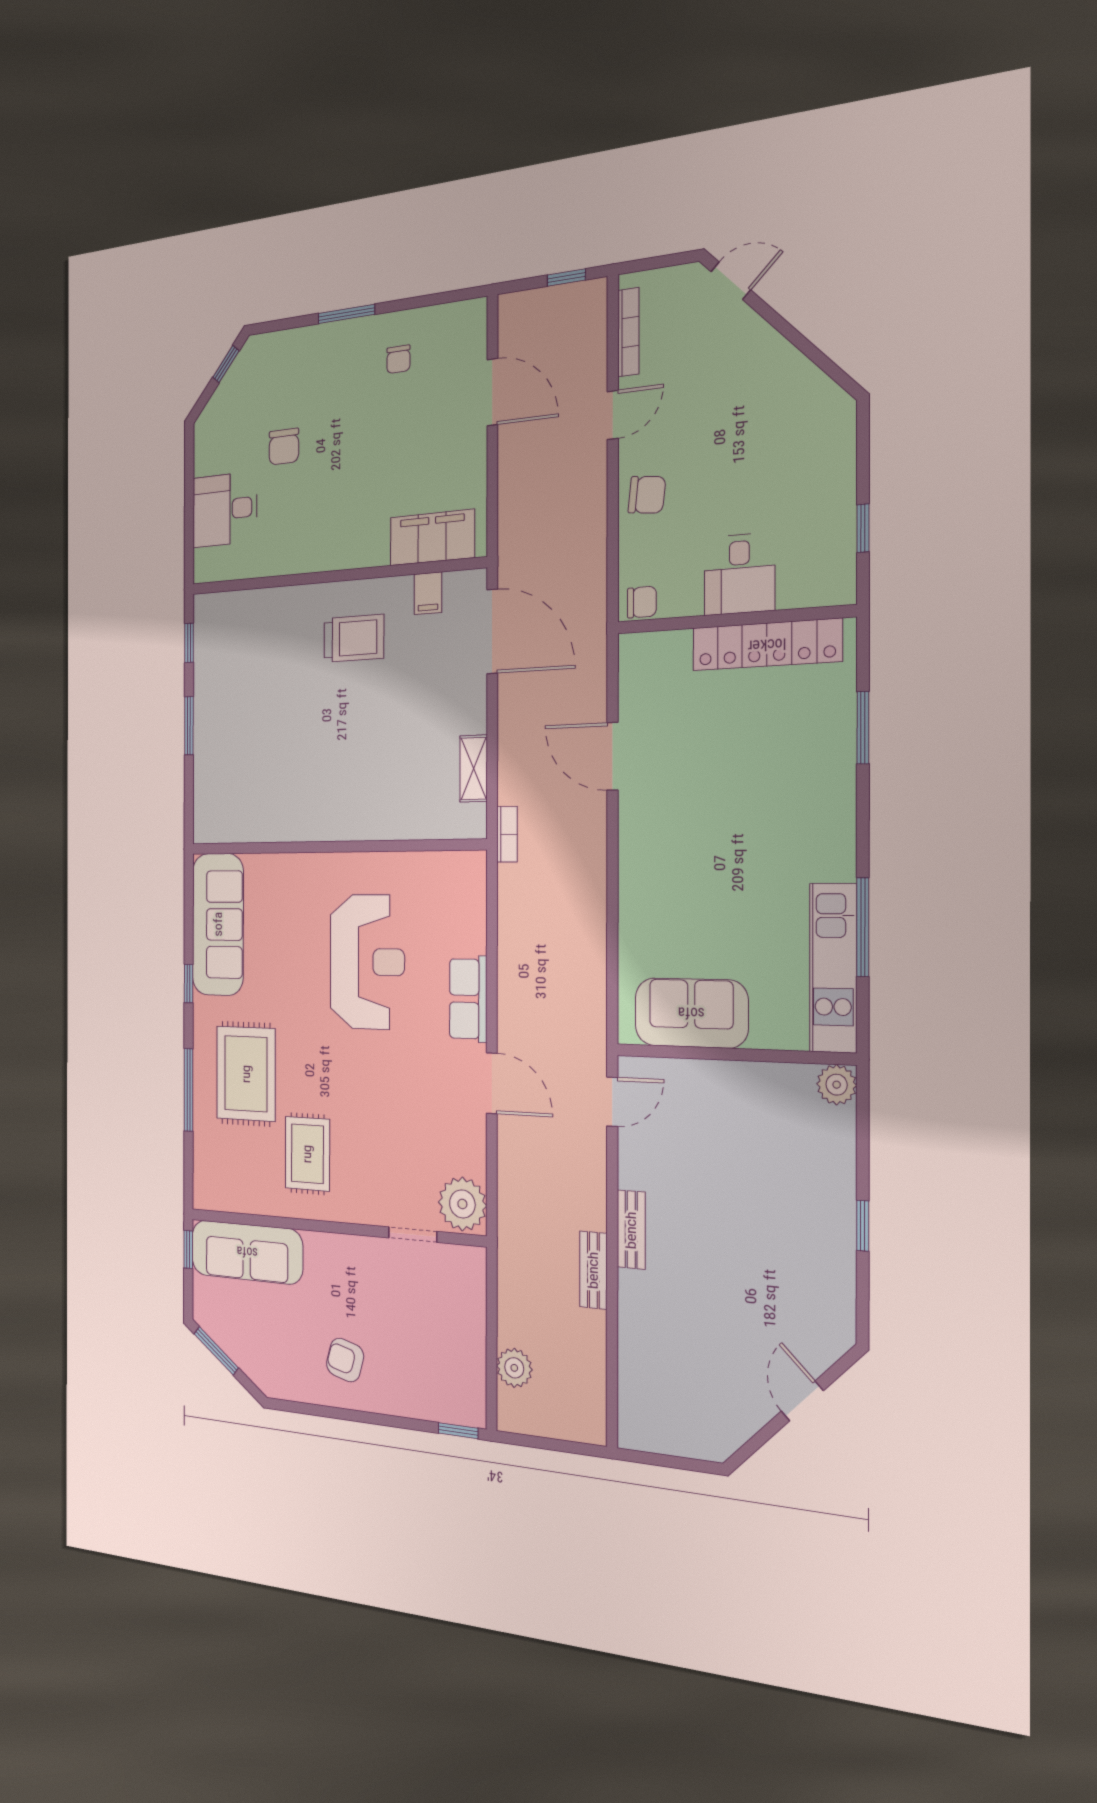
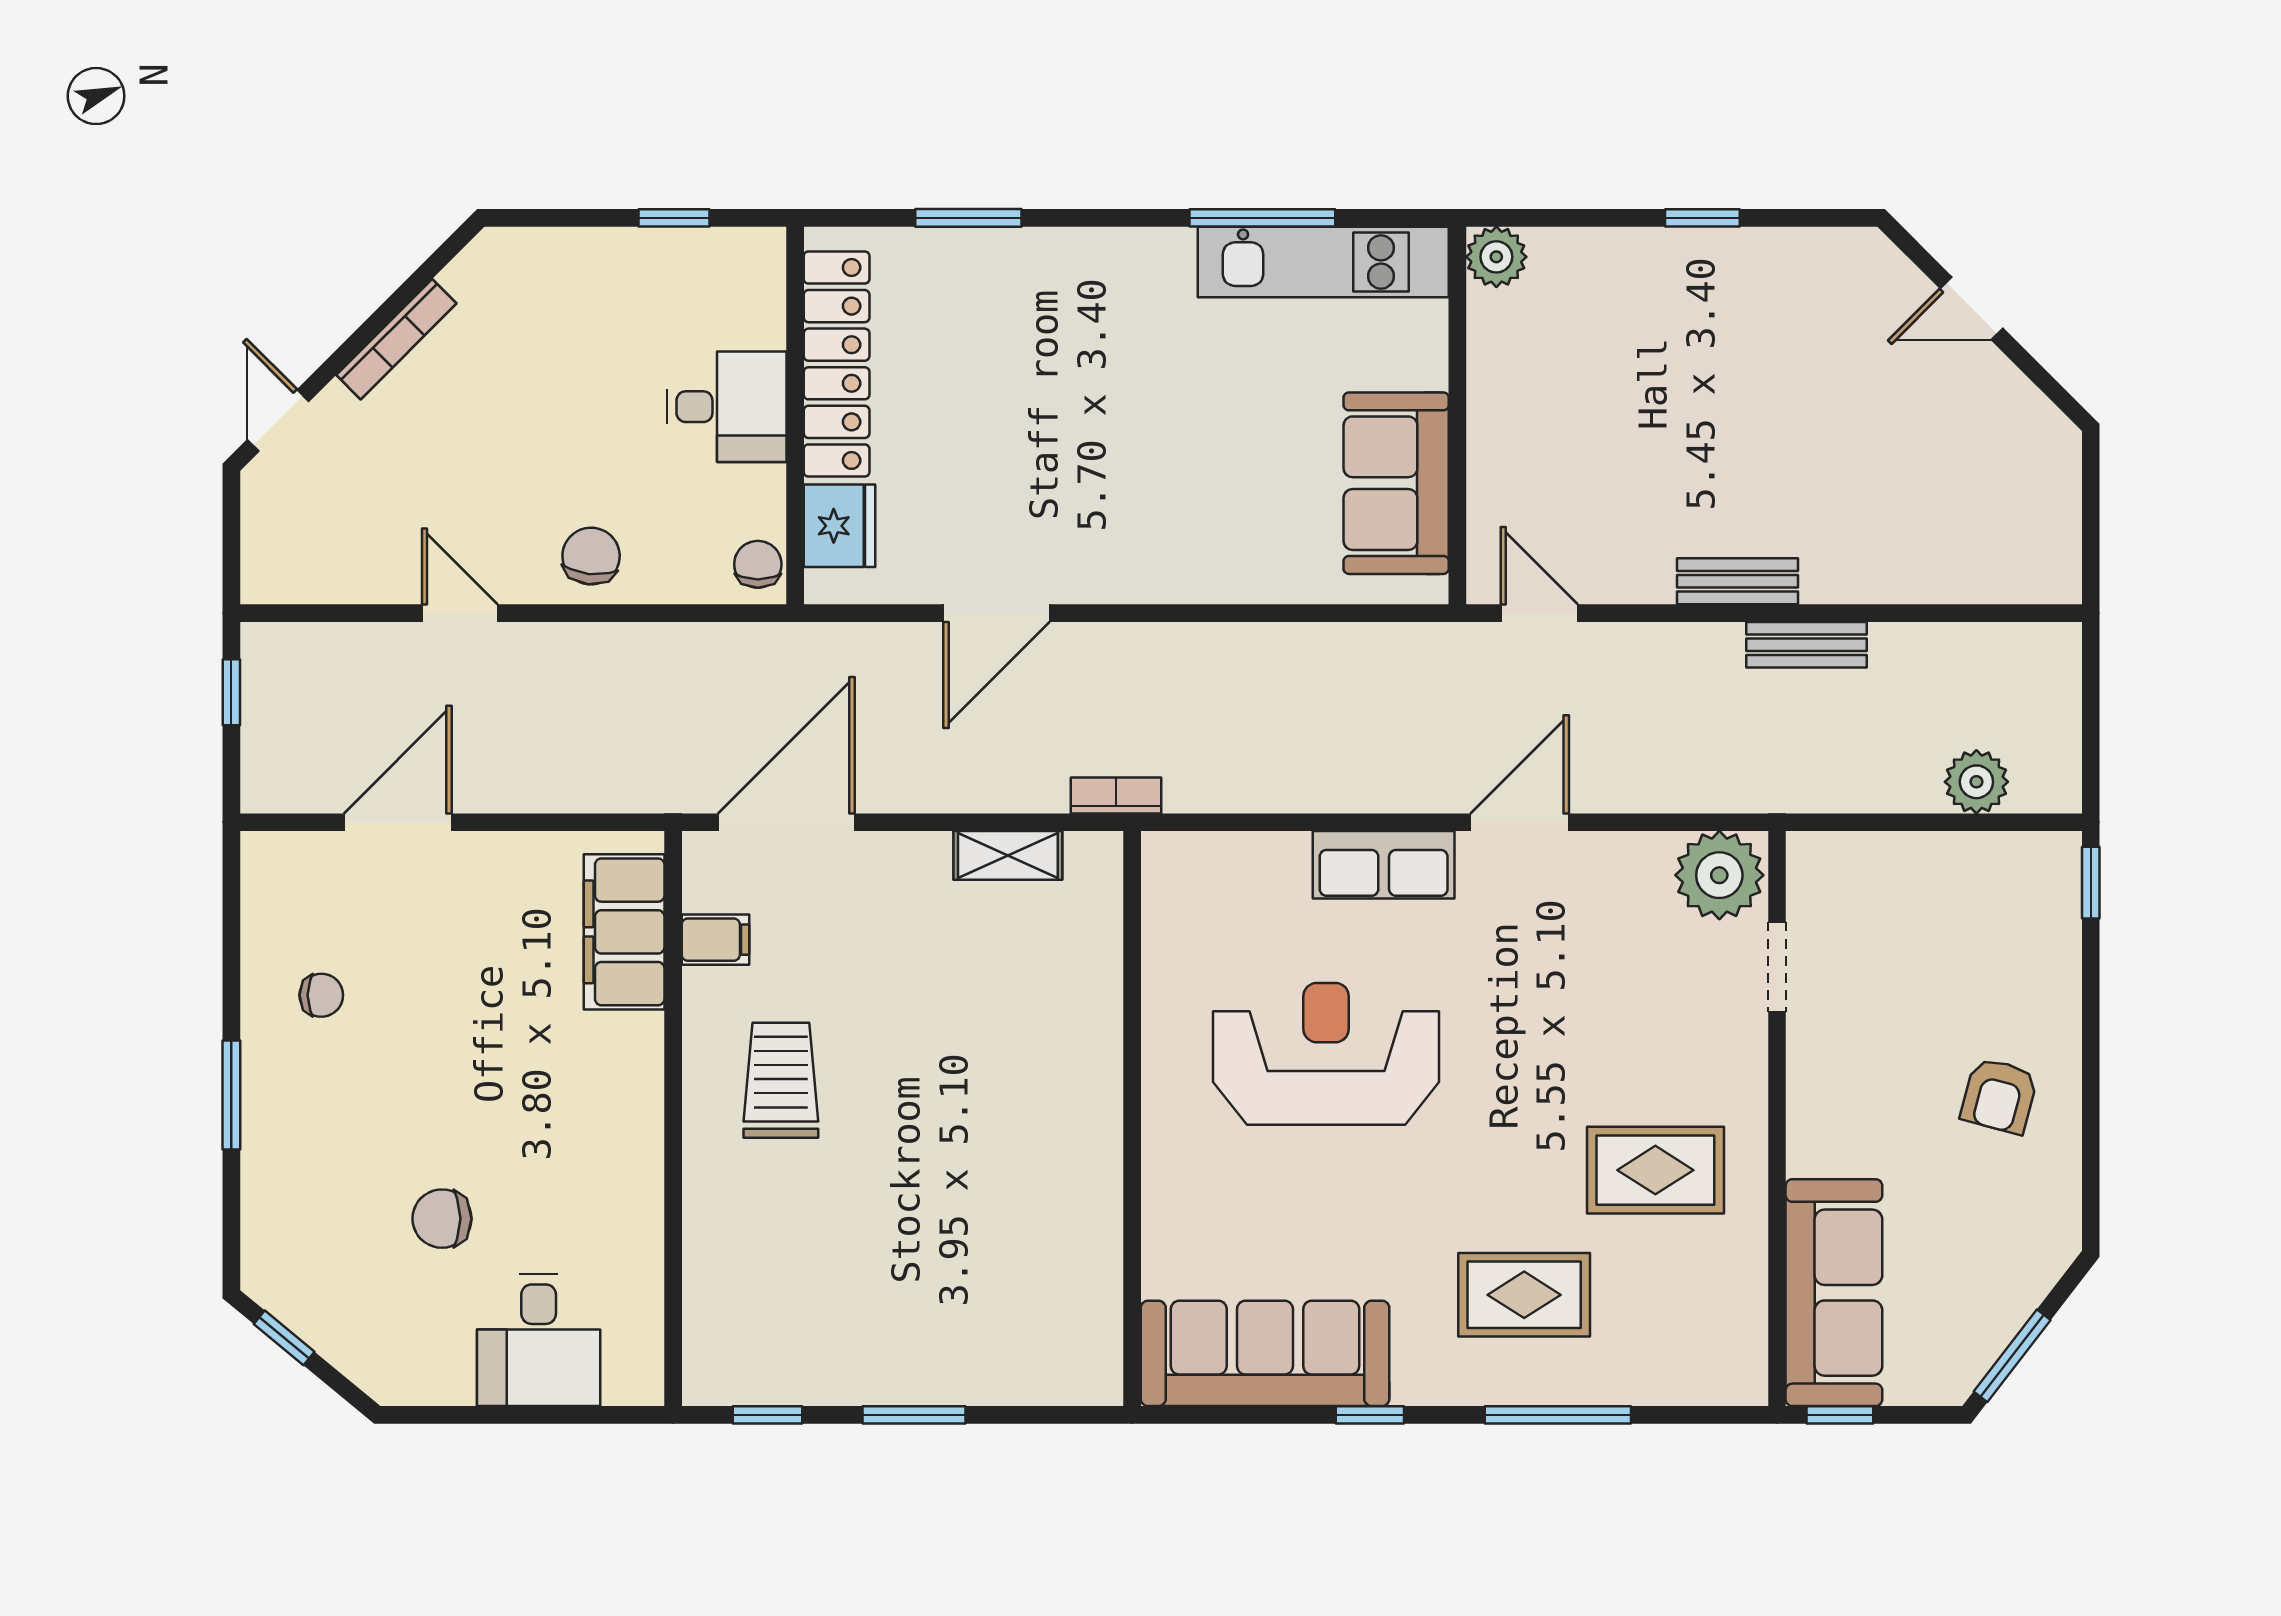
bookcase: (628, 332) -> (396, 339), moved, turned 135
chair: (284, 447) -> (442, 1219), turned 180
fridge: (665, 653) -> (839, 526), added
rug: (246, 1074) -> (1524, 1295), width x0.73, depth x0.70

